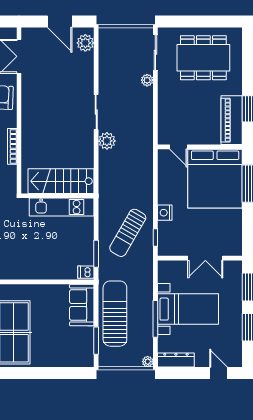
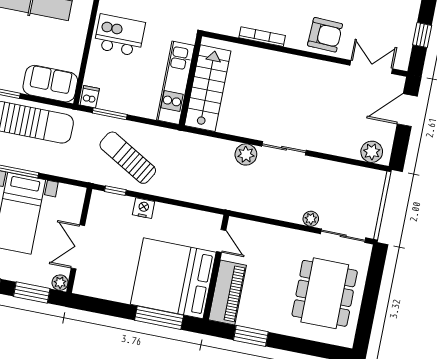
door: (60, 21) -> (407, 110), moved
piano: (232, 120) -> (227, 293), moved, turned 90
door: (178, 147) -> (221, 241), swing flipped
kitchen island: (33, 258) -> (119, 35), added
plant: (236, 267) -> (60, 283), added

